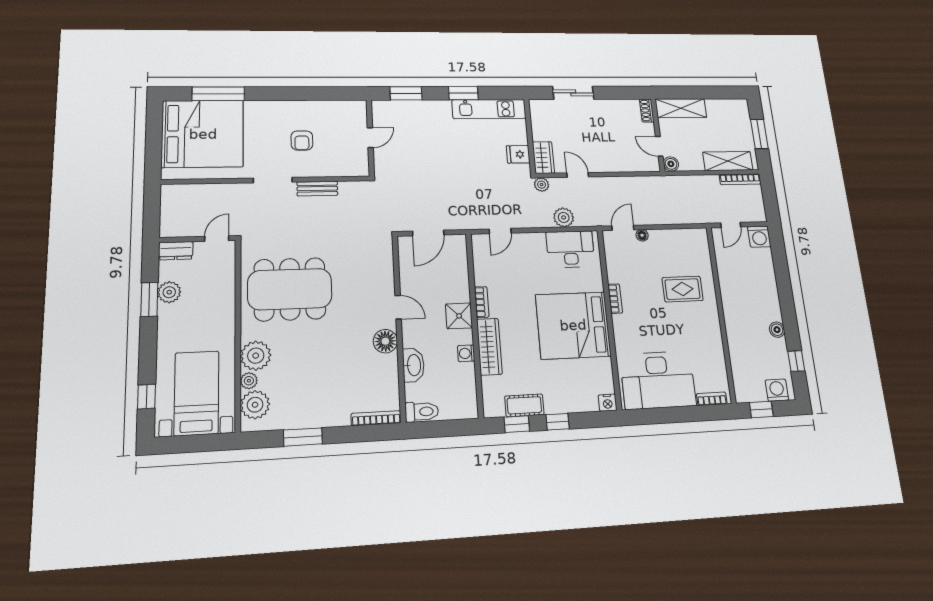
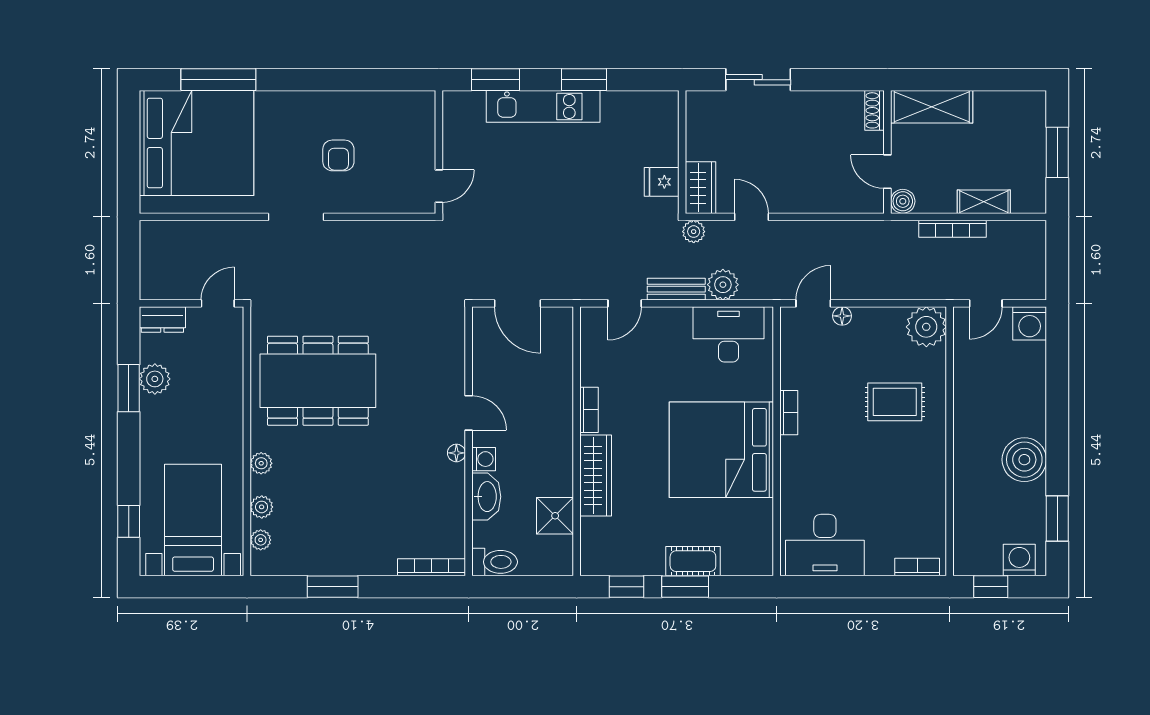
kitchen unit: (489, 109) -> (543, 106), moved
door: (370, 138) -> (439, 186), moved
shelving: (728, 161) -> (984, 202), width x0.67, depth x0.75
bookcase: (740, 179) -> (952, 229), moved
bench: (317, 189) -> (676, 289), moved
door: (428, 233) -> (518, 303), hinge flipped
plant: (696, 241) -> (926, 327), added
shower: (459, 316) -> (555, 516), moved
boiler: (777, 330) -> (1024, 460), width x1.86, depth x1.86
floor lamp: (385, 341) -> (456, 453), width x0.53, depth x0.53
washing machine: (466, 353) -> (484, 459), moved, turned 180
plant: (256, 356) -> (261, 463), width x0.53, depth x0.53
window: (796, 361) -> (1057, 519), width x1.50
desk: (658, 380) -> (825, 545), width x0.73, depth x0.77
nightstand: (608, 403) -> (761, 564), removed
plant: (255, 405) -> (261, 540), width x0.53, depth x0.53
cot: (524, 405) -> (693, 561), moved
window: (558, 422) -> (685, 587), width x1.50

